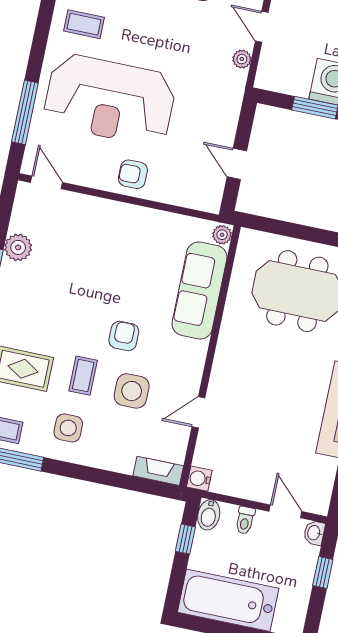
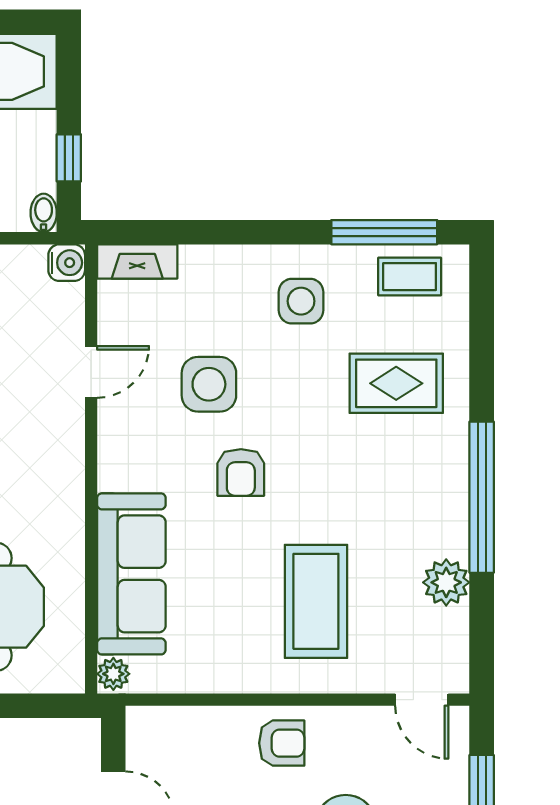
coffee table: (83, 376) -> (316, 601), moved, width x1.86, depth x1.72
bidet: (209, 515) -> (44, 213), width x0.72, depth x0.74

